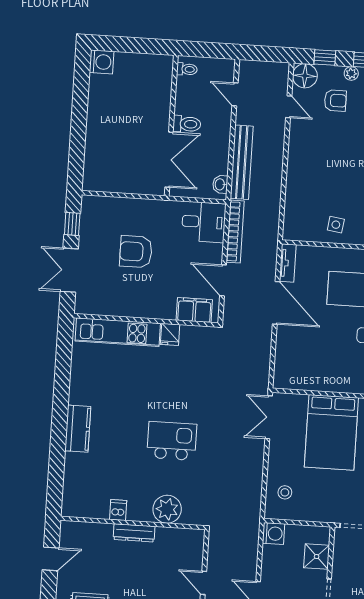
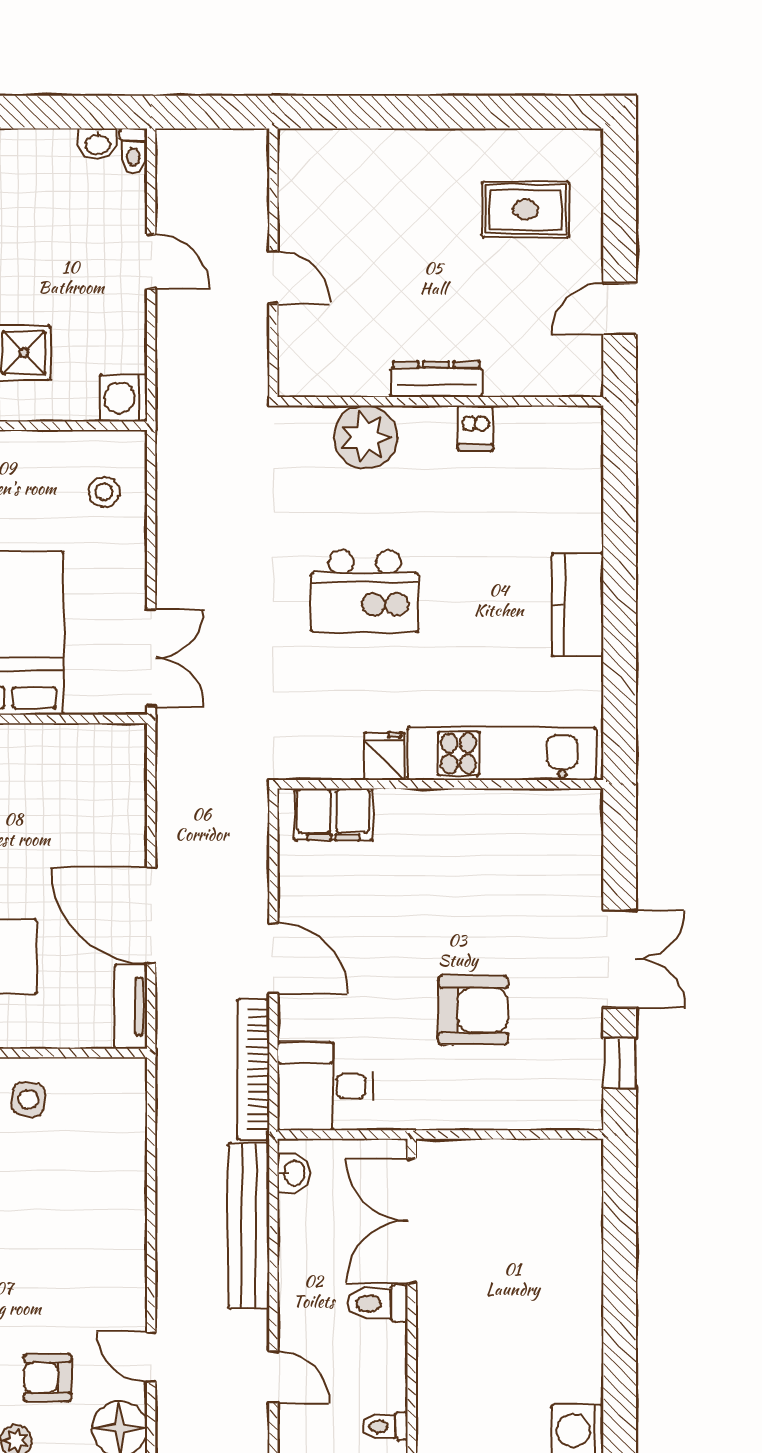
filing cabinet: (194, 310) -> (333, 814), moved
wall: (146, 320) -> (440, 784), moved
kitchen unit: (118, 332) -> (502, 754), moved
fridge: (170, 334) -> (384, 756), moved

